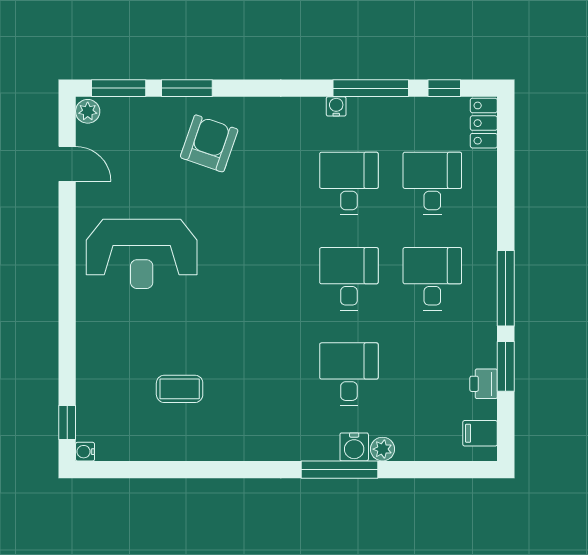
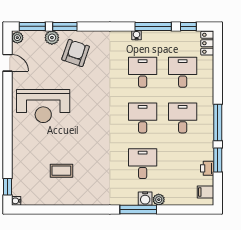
plant: (160, 111) -> (52, 38), added

